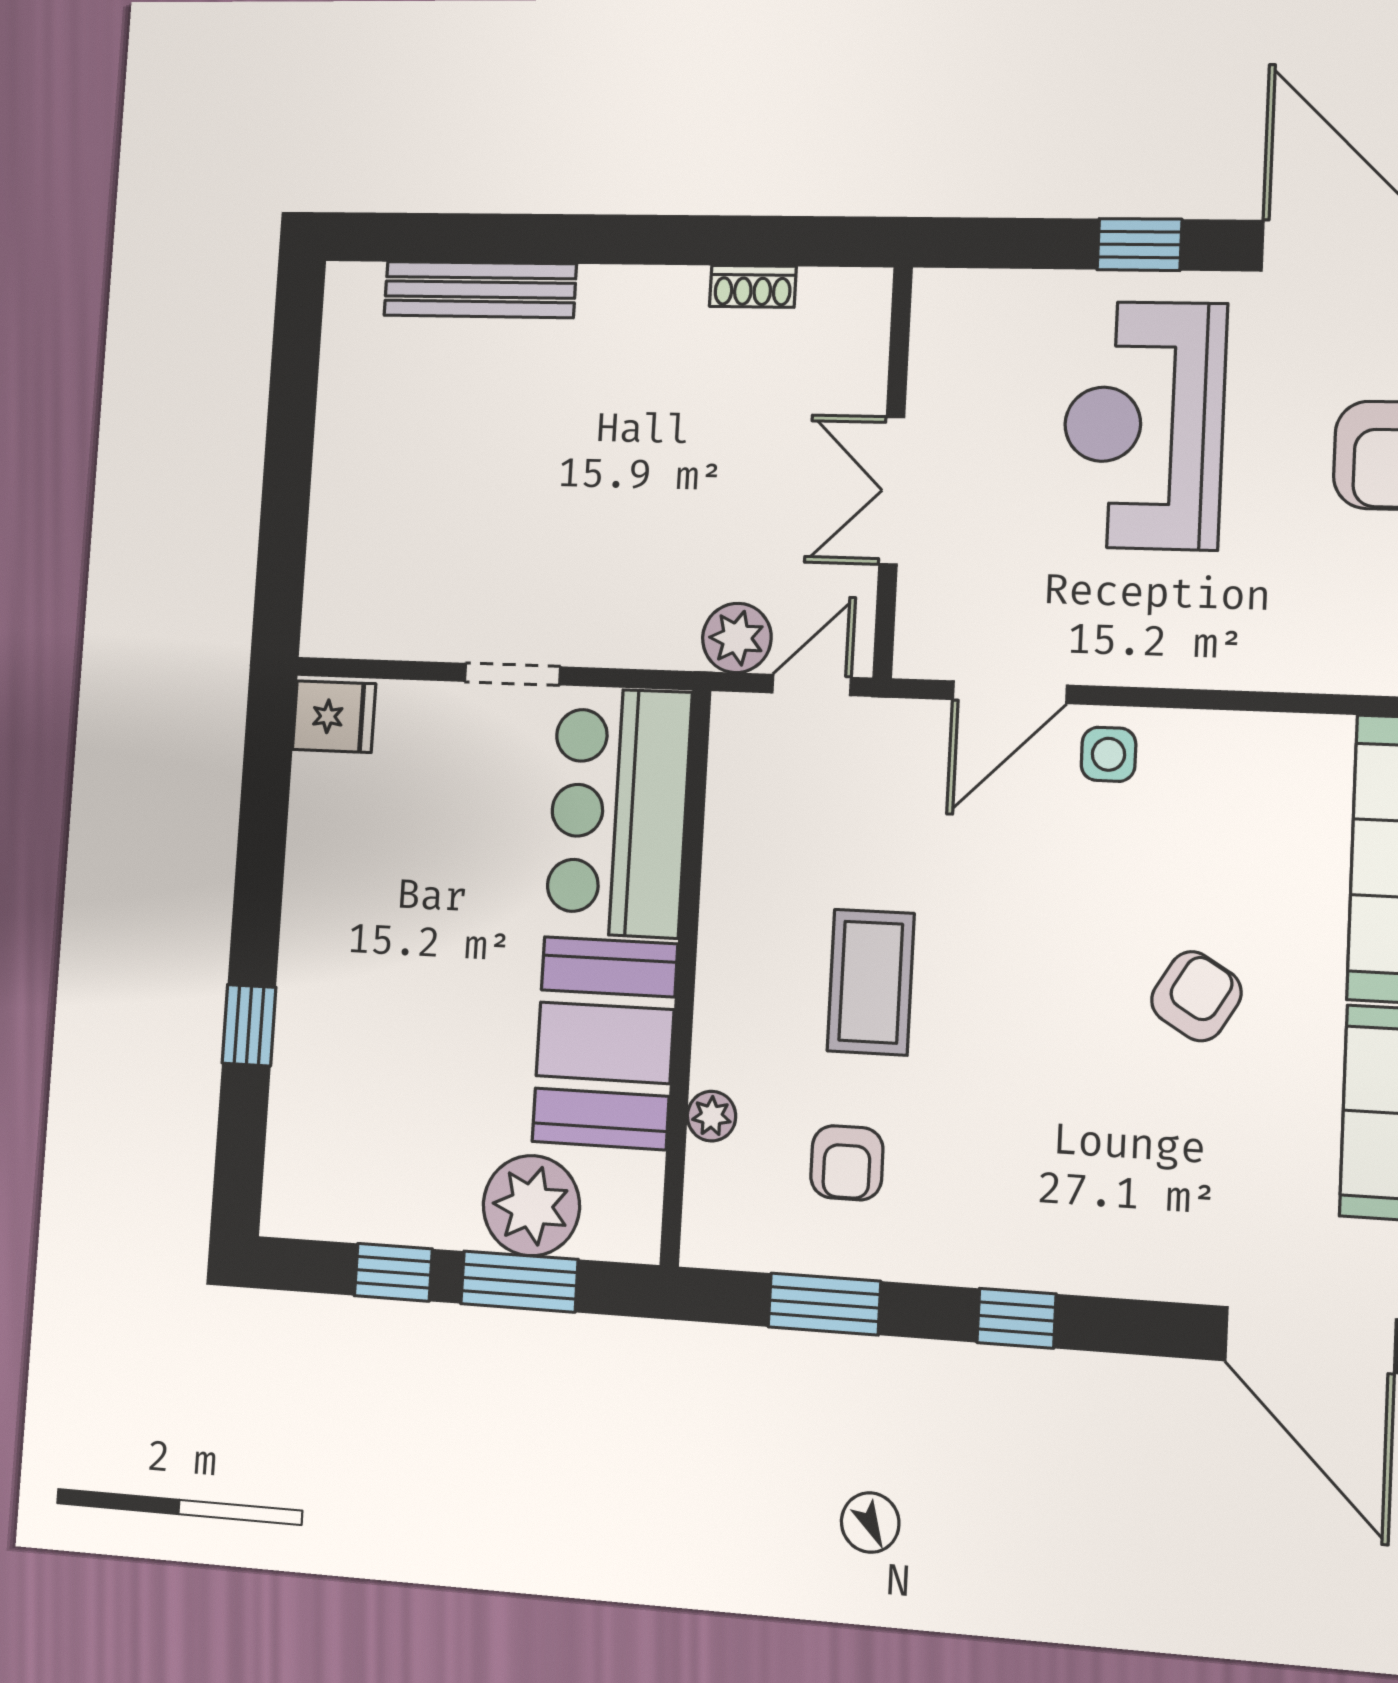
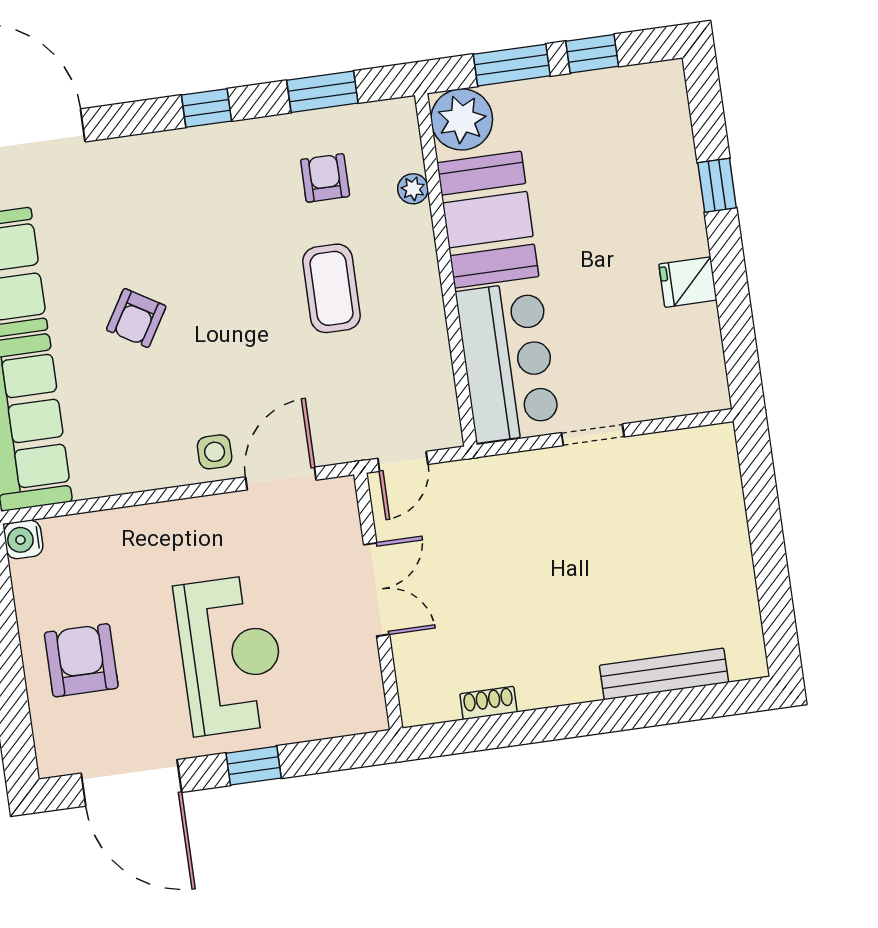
plant: (737, 638) -> (455, 482), removed
fridge: (334, 717) -> (688, 282), moved
plant: (531, 1206) -> (462, 119), moved

